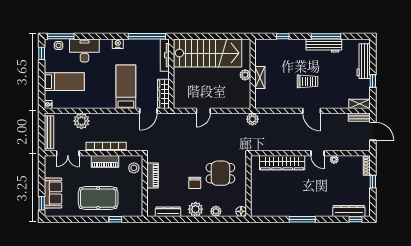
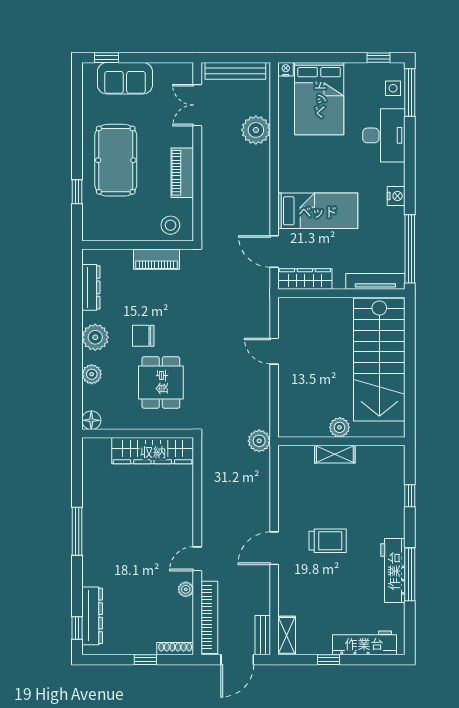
trolley: (307, 81) -> (328, 541), turned -90
bed: (64, 82) -> (319, 99), width x1.50
bookcase: (106, 147) -> (209, 617), moved
wardrobe: (282, 163) -> (153, 451), moved, turned -90

